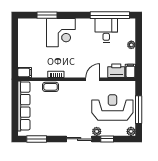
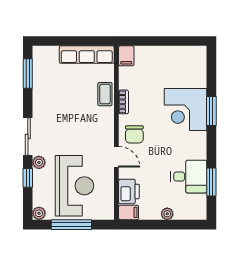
window: (47, 15) -> (211, 111), moved
window: (110, 15) -> (211, 182), width x0.47
chair: (78, 67) -> (134, 134), added
row of seats: (24, 106) -> (87, 55), width x0.73

